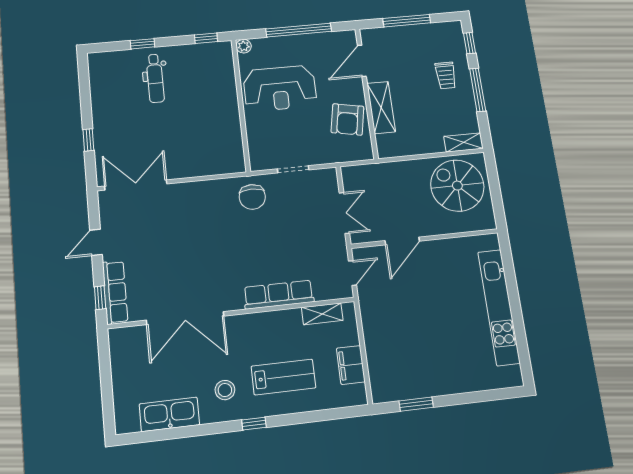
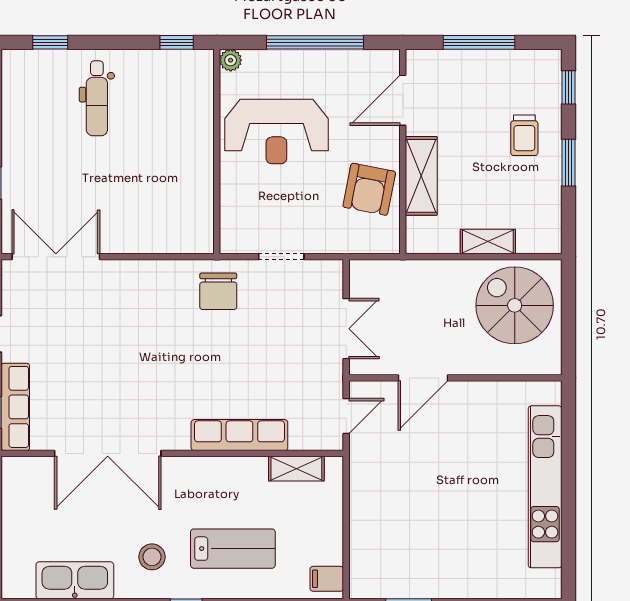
window: (142, 44) -> (50, 42), moved
window: (478, 90) -> (569, 163), width x0.69
shelving: (464, 142) -> (488, 242), moved
filing cabinet: (351, 365) -> (327, 579), moved, width x0.50

